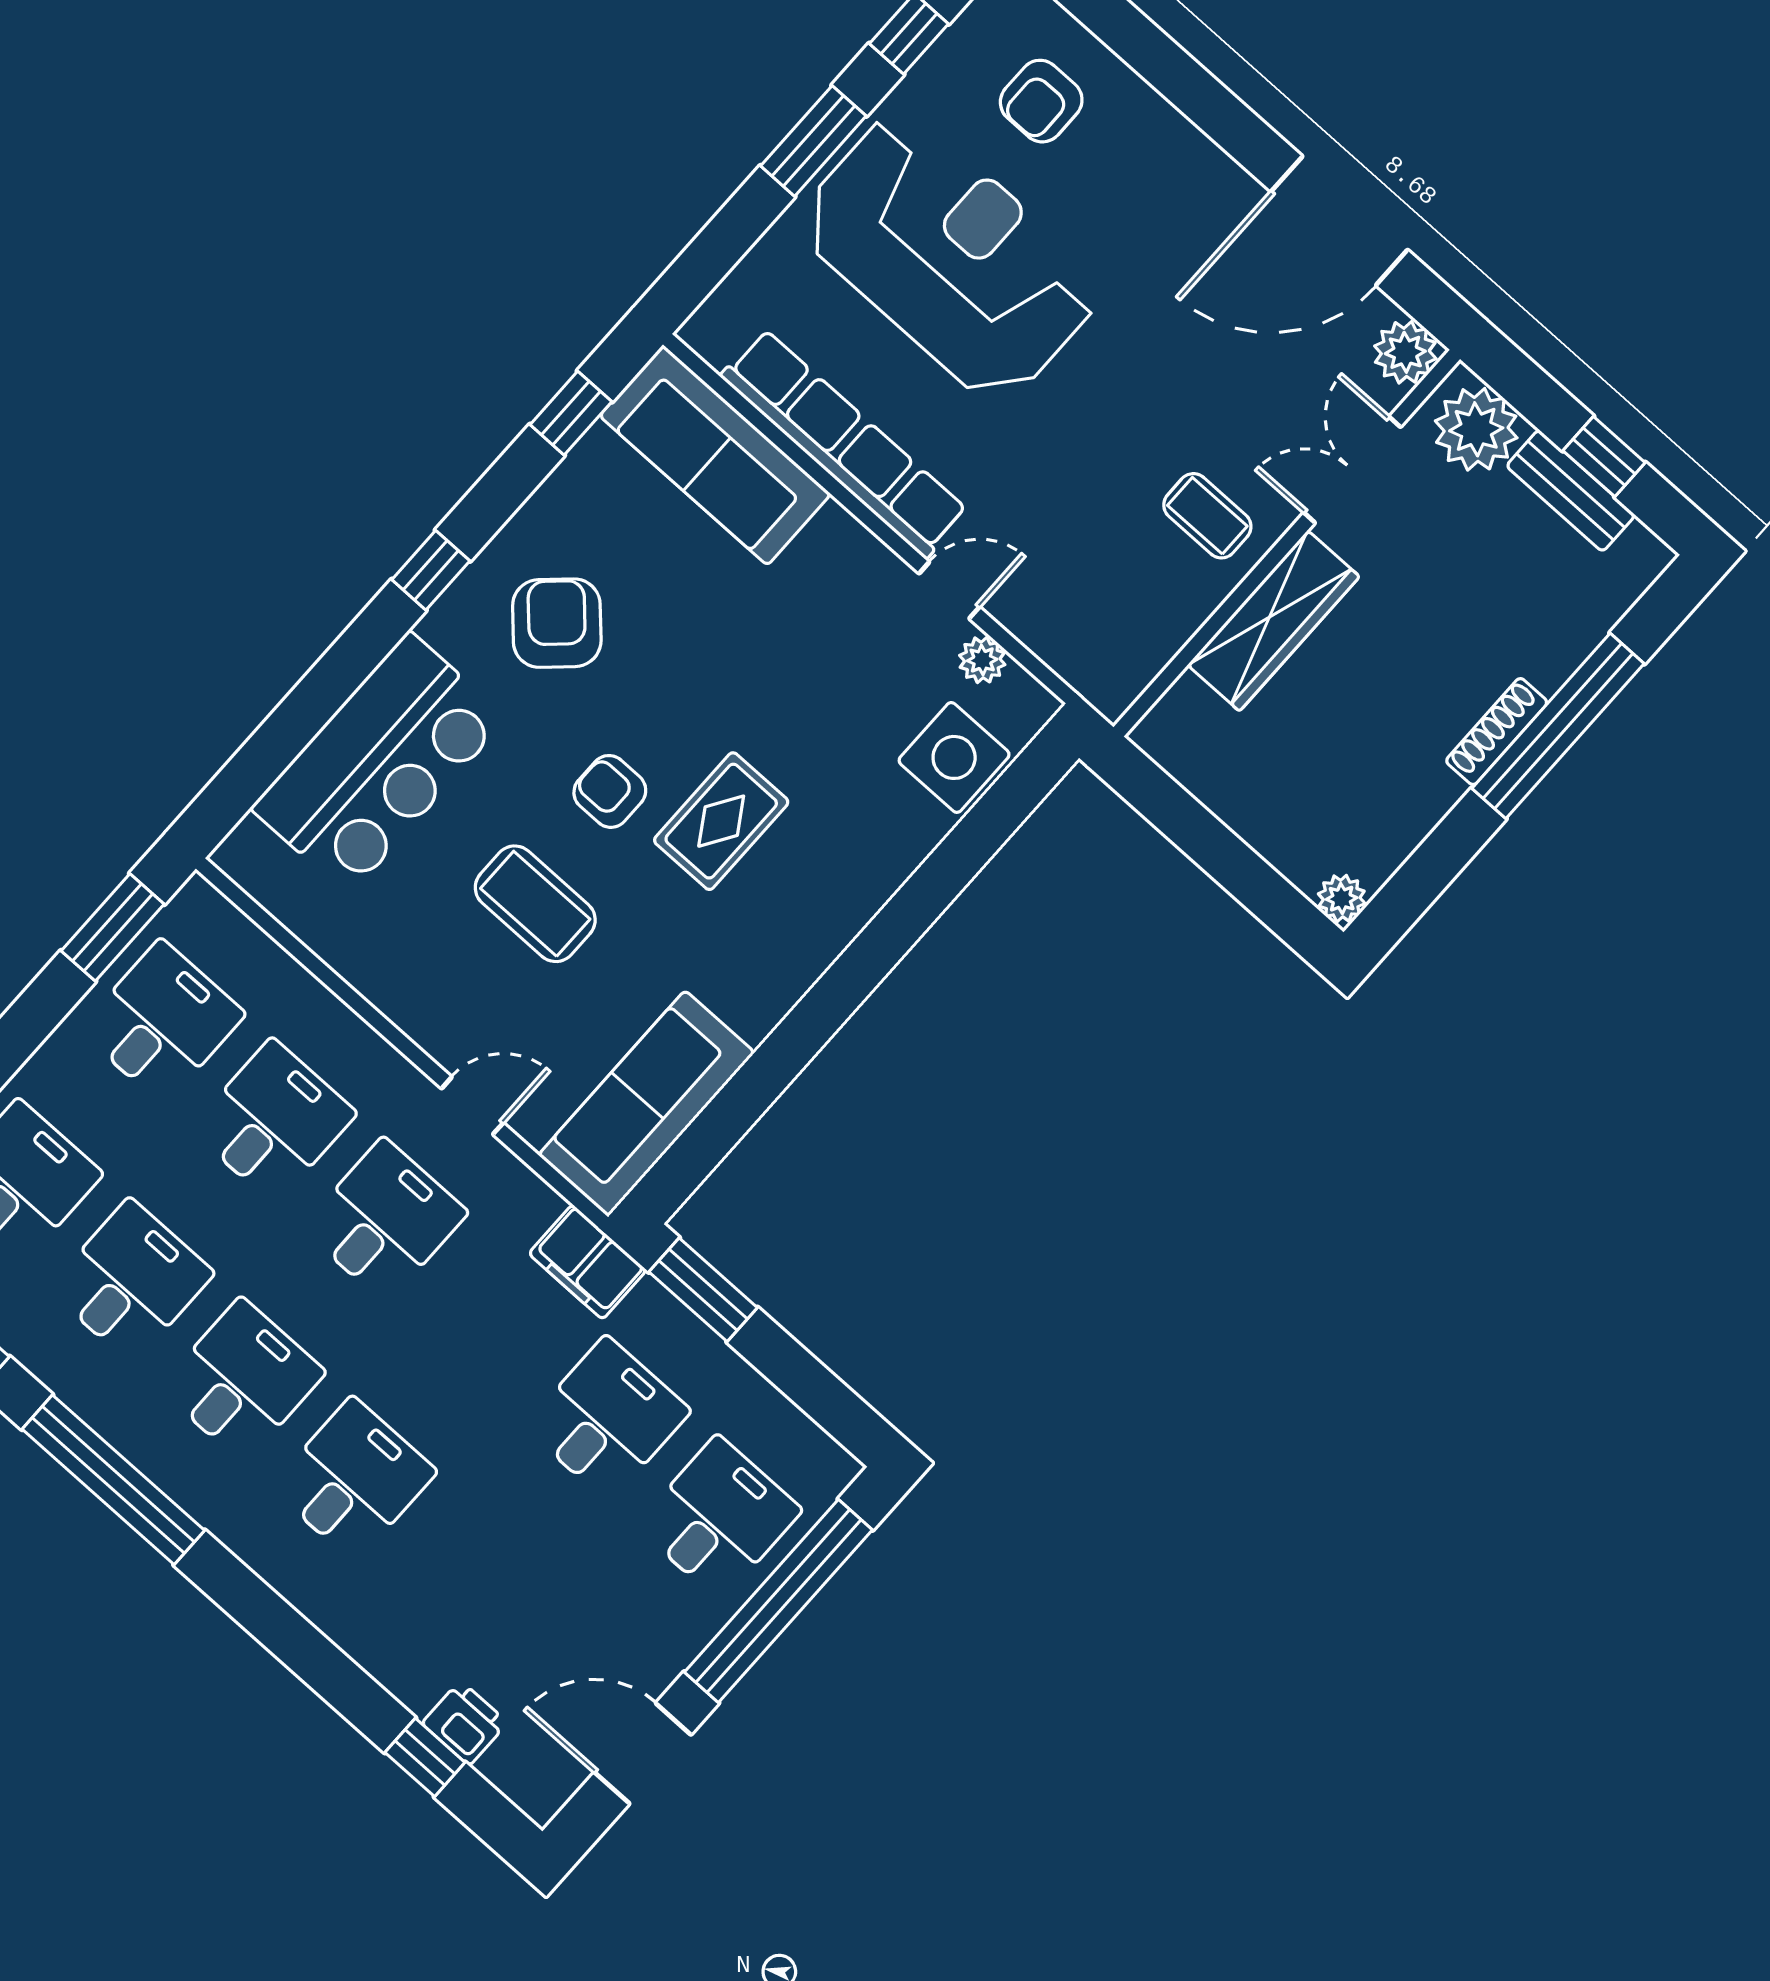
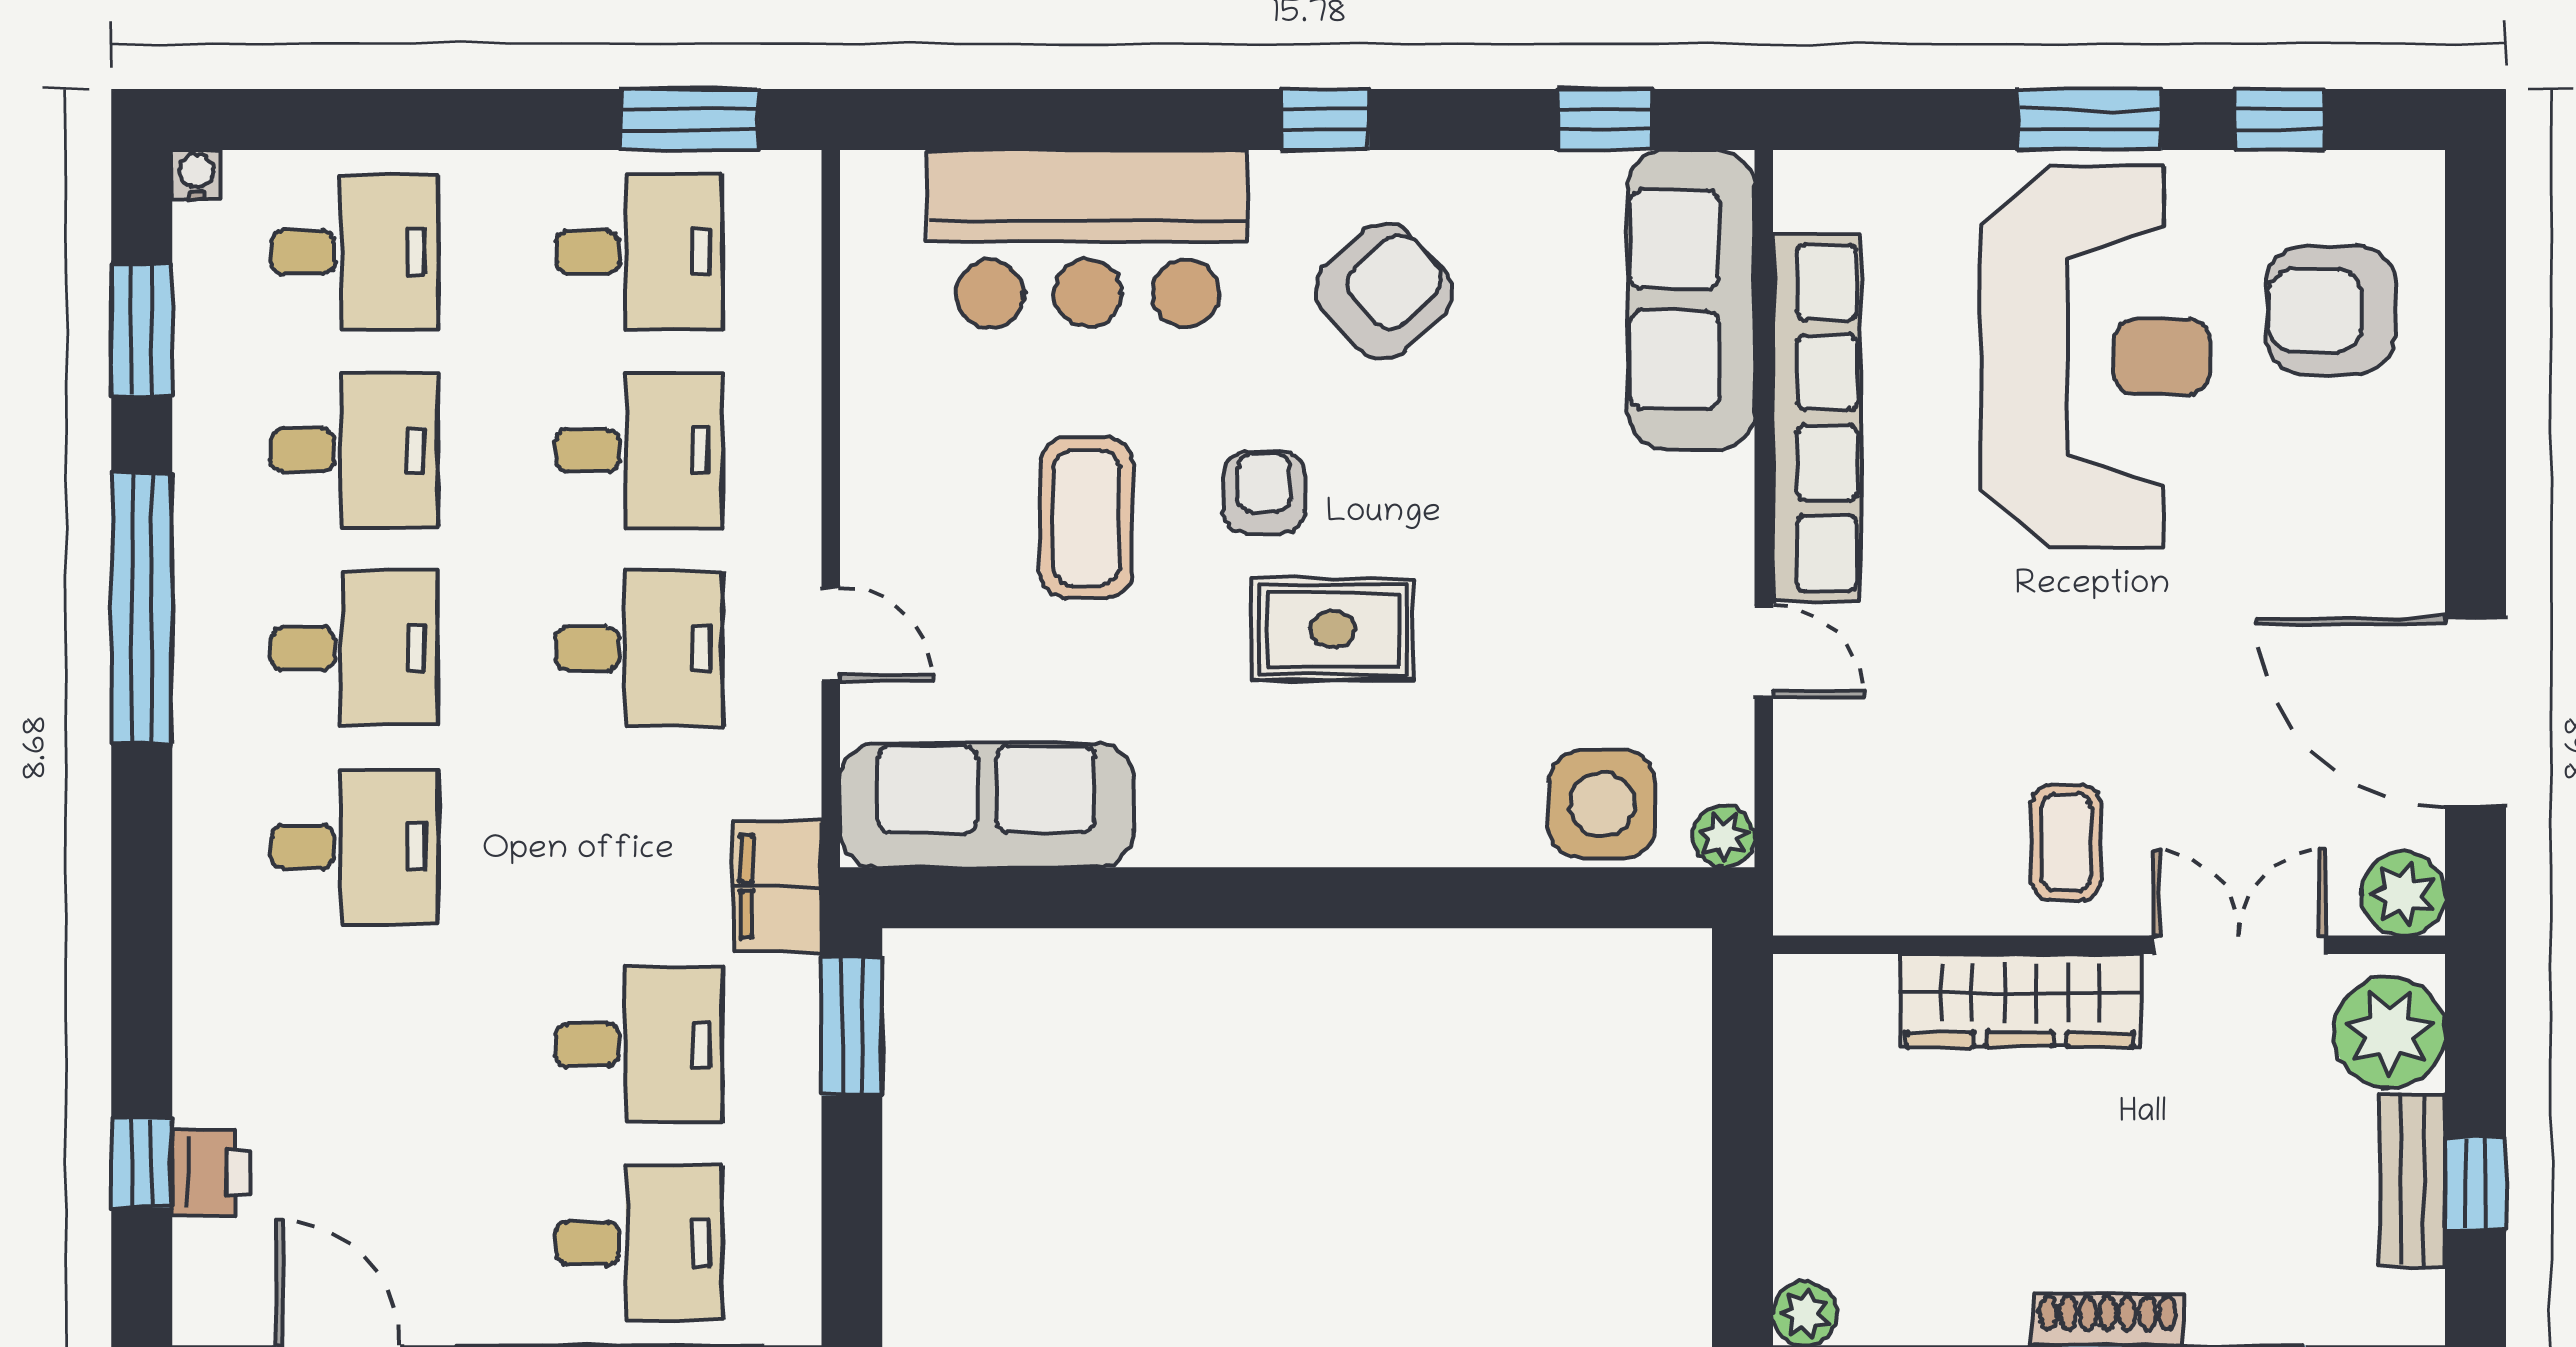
armchair: (1041, 101) -> (2331, 310), width x1.38, depth x1.38
plant: (982, 660) -> (1724, 836), moved

